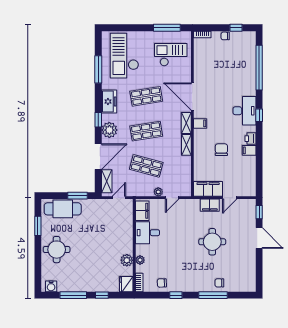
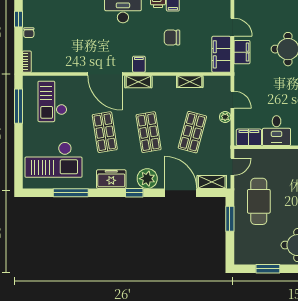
door: (192, 96) -> (105, 74), hinge flipped
shelving: (186, 145) -> (190, 82), moved
door: (119, 198) -> (232, 167), swing flipped
cafe table: (63, 209) -> (259, 201), moved

